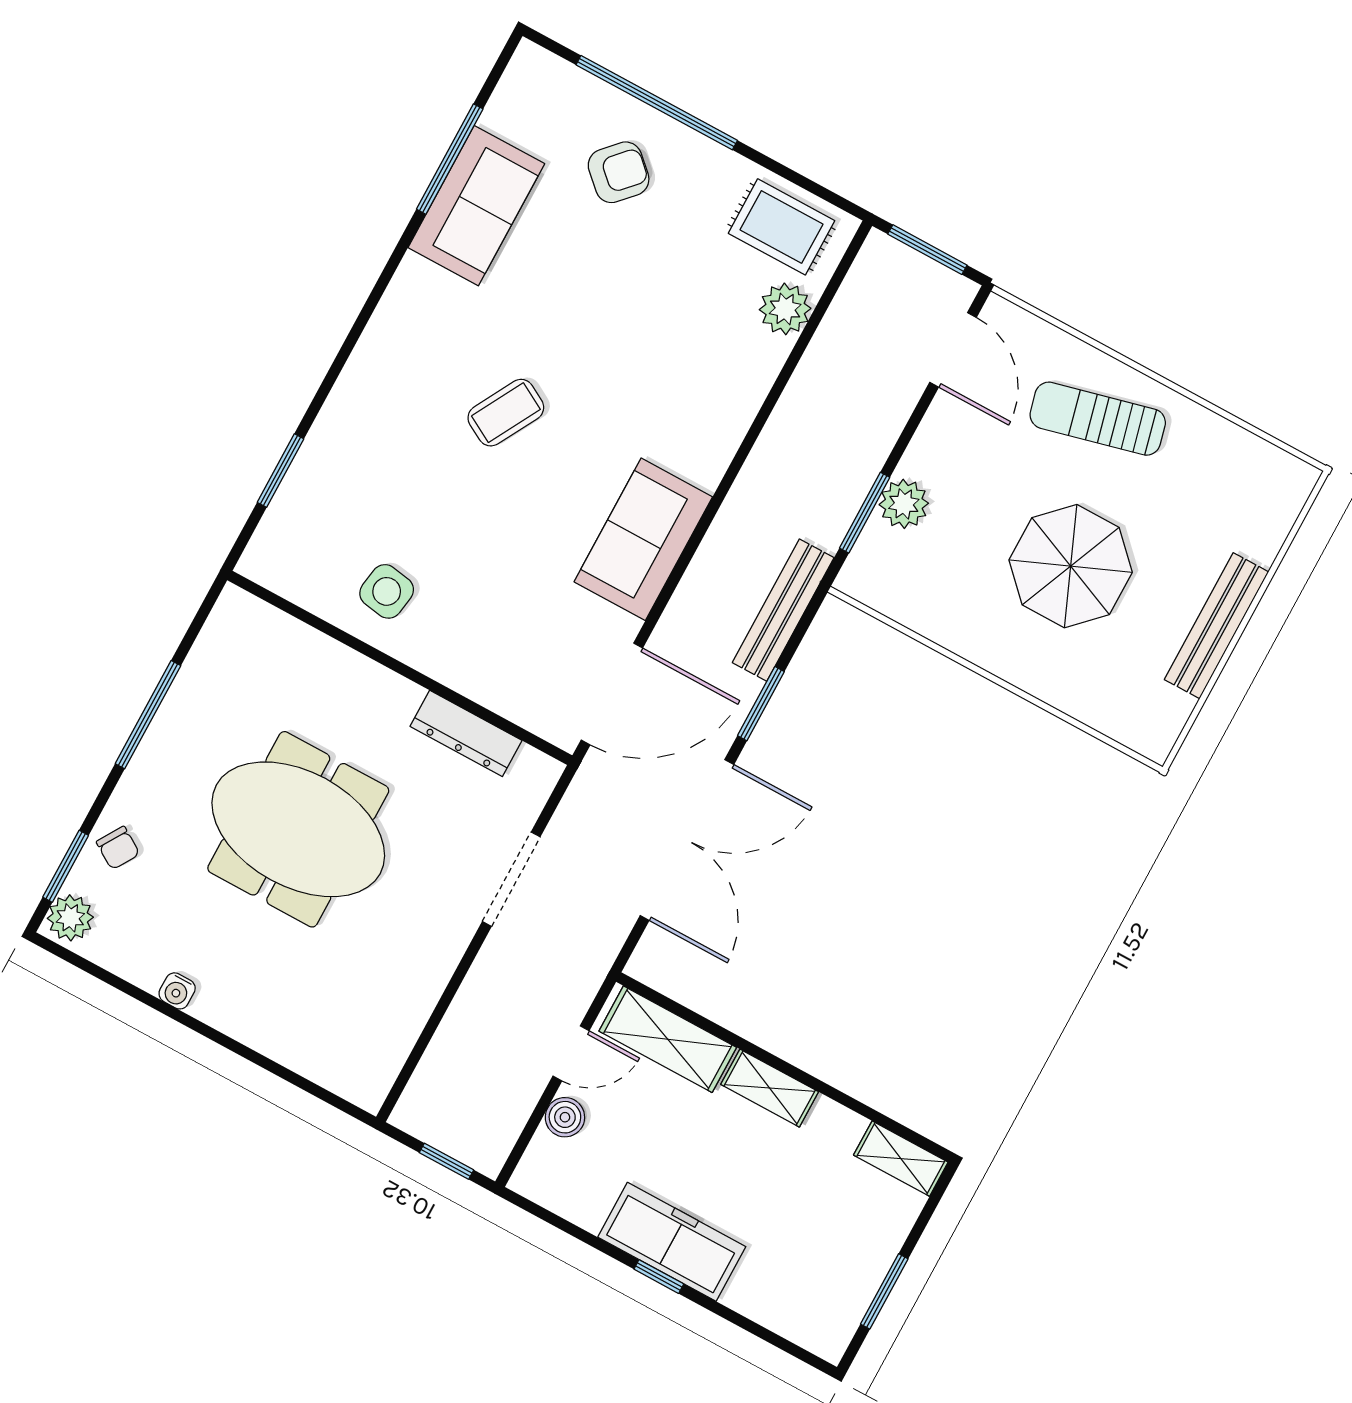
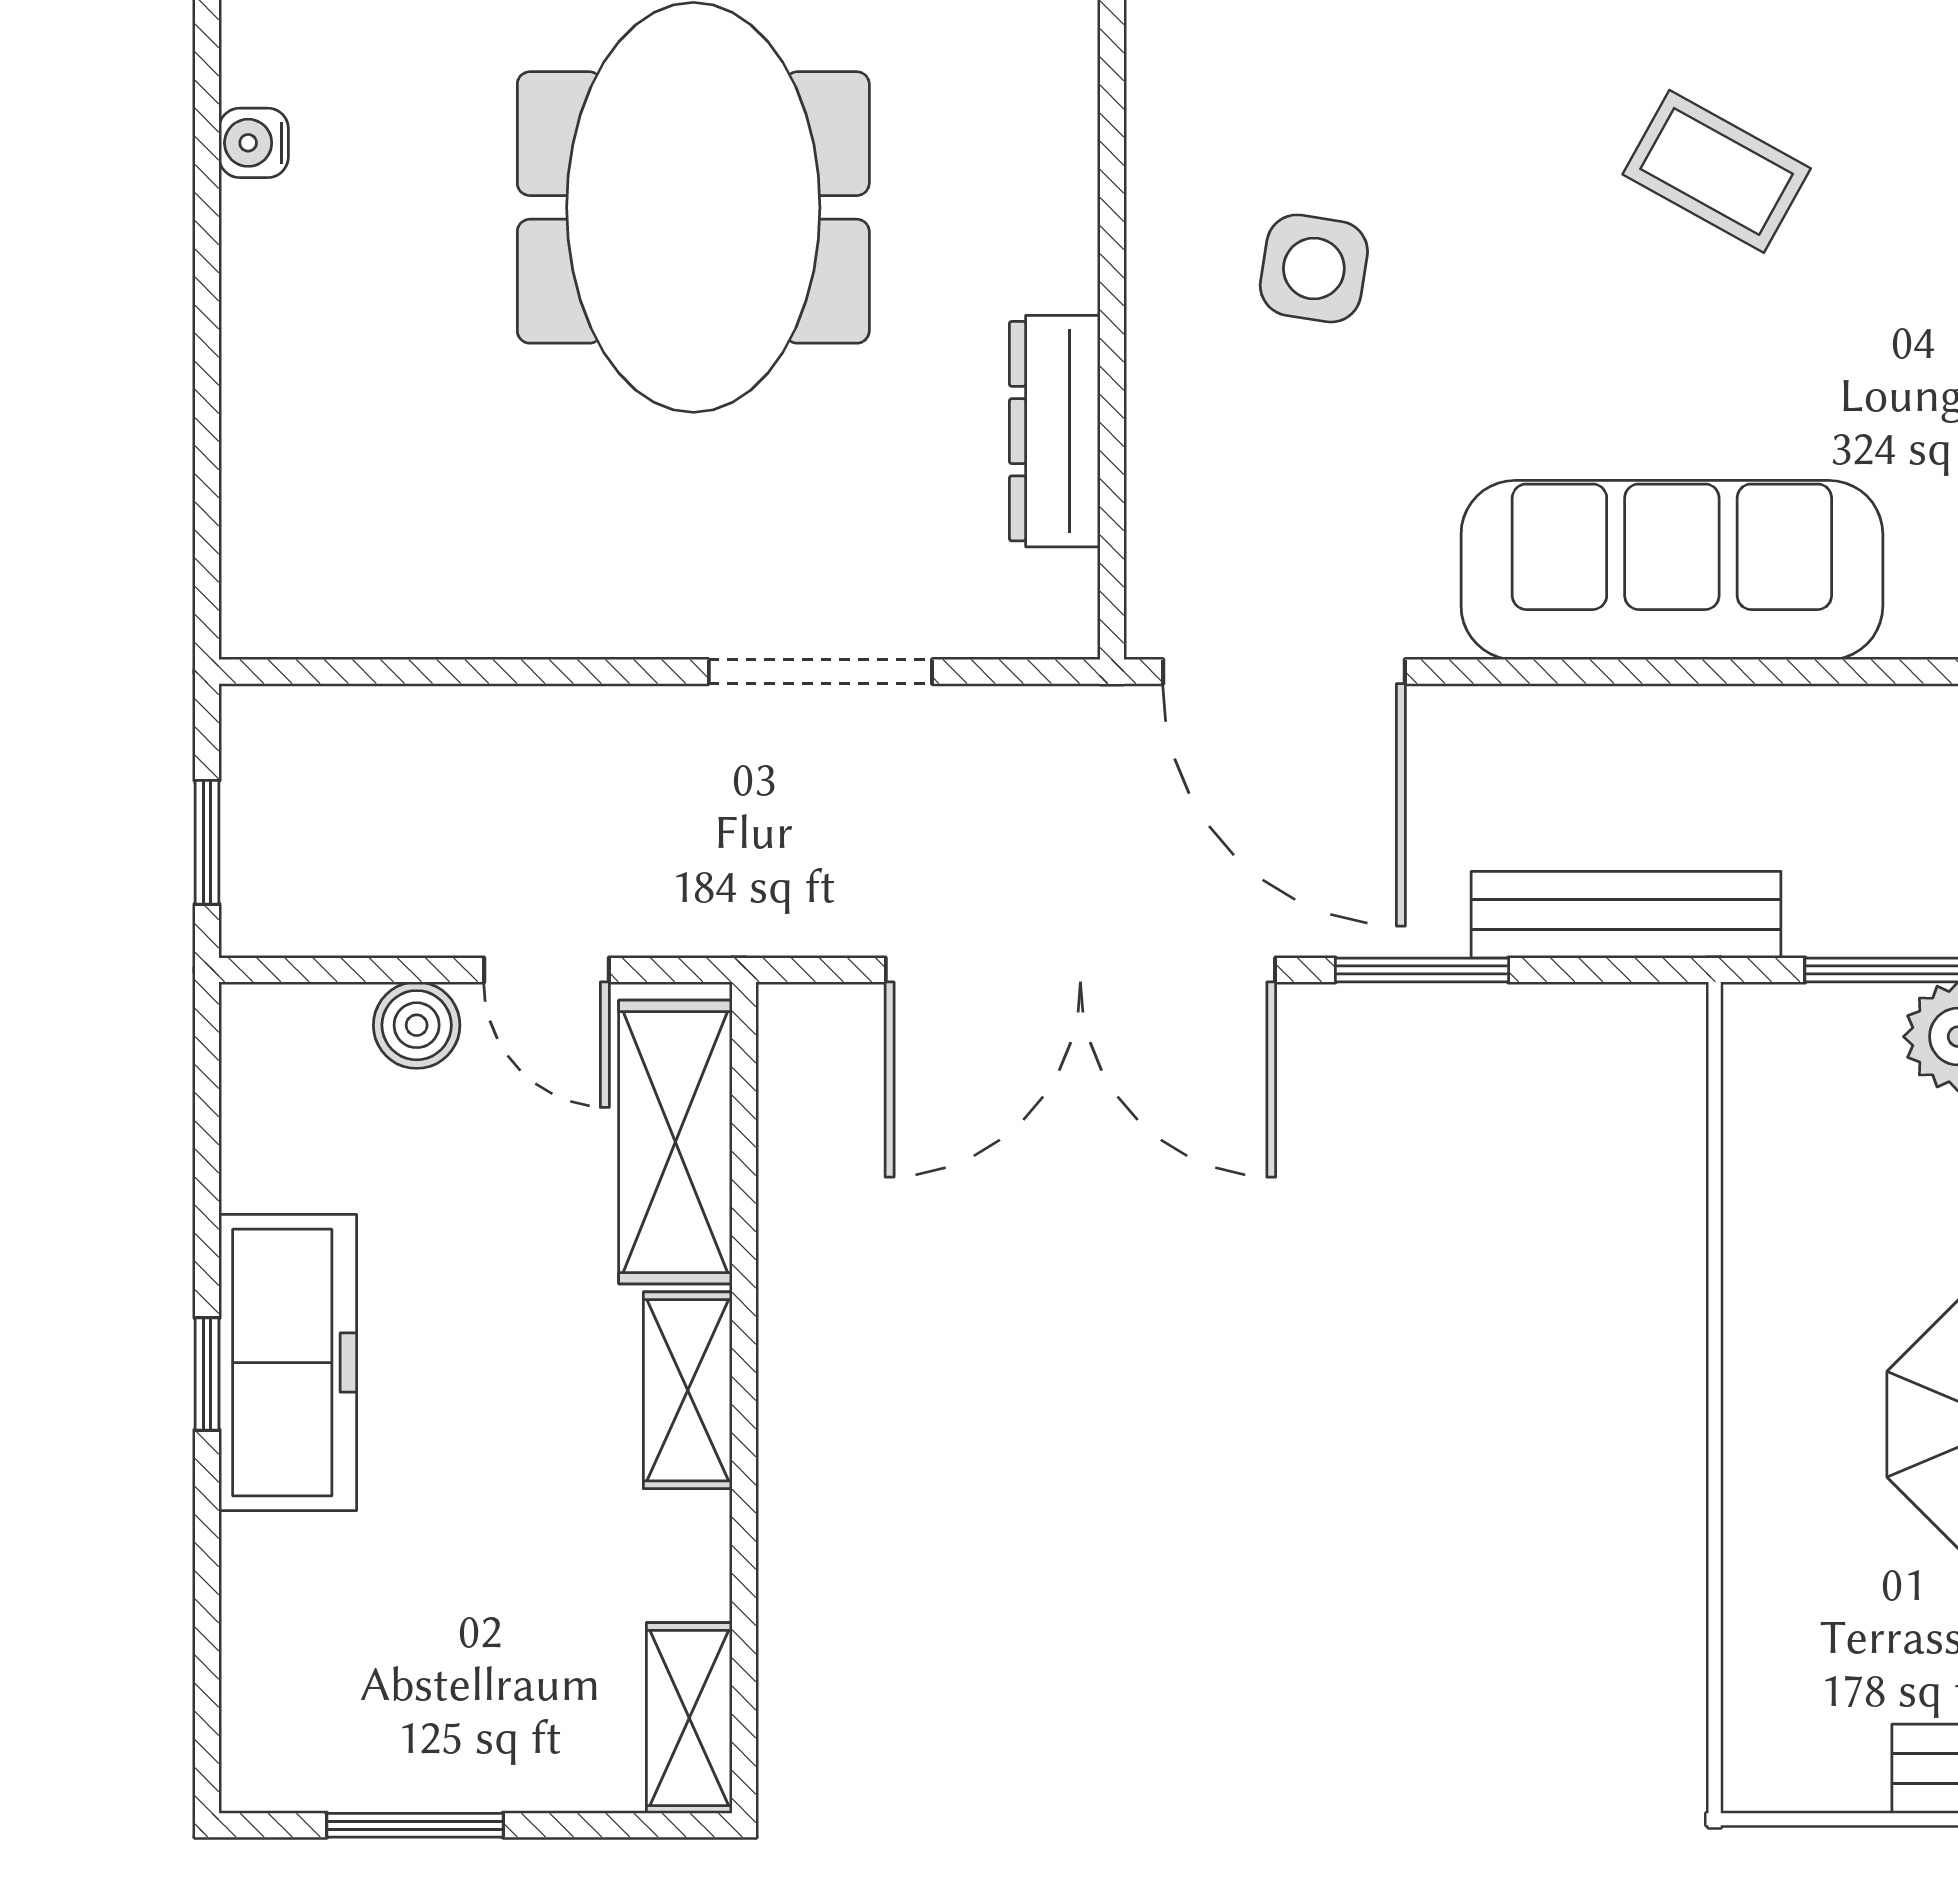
sofa: (643, 539) -> (1672, 570), width x1.36
side table: (387, 591) -> (1314, 268), moved

